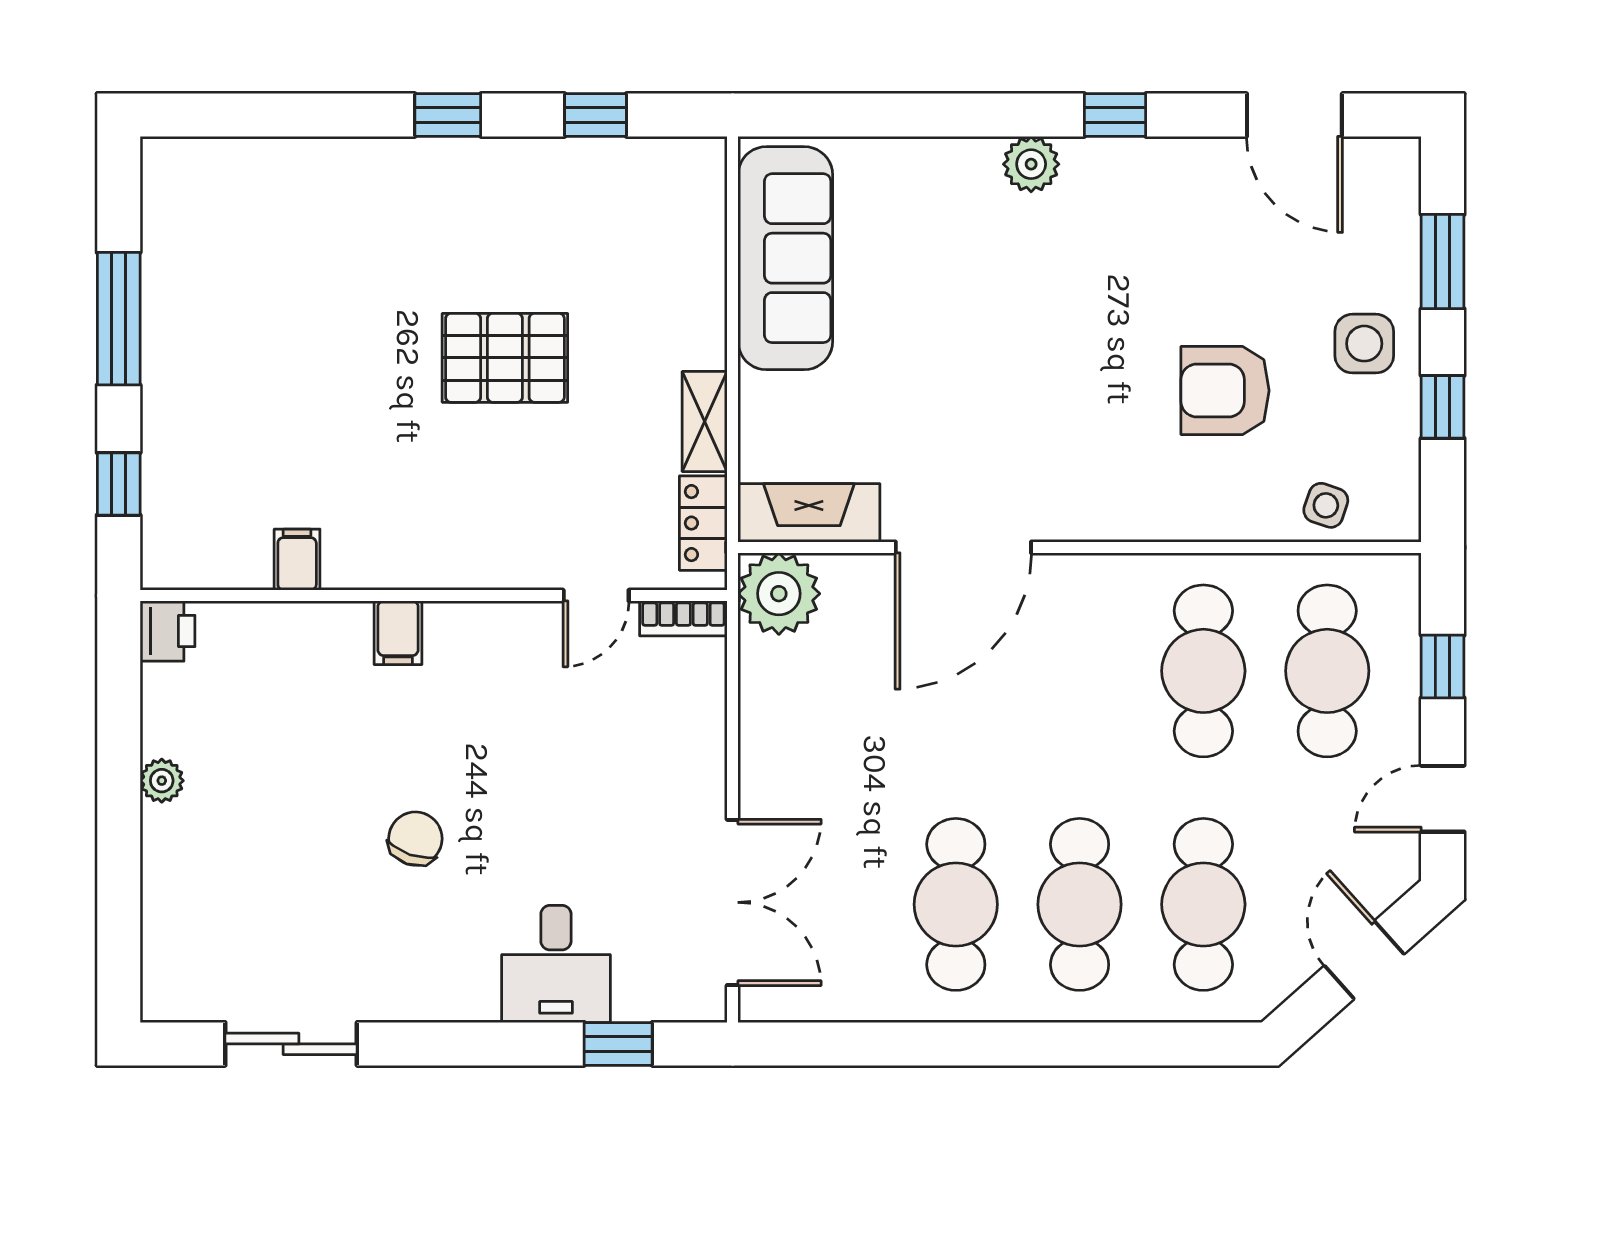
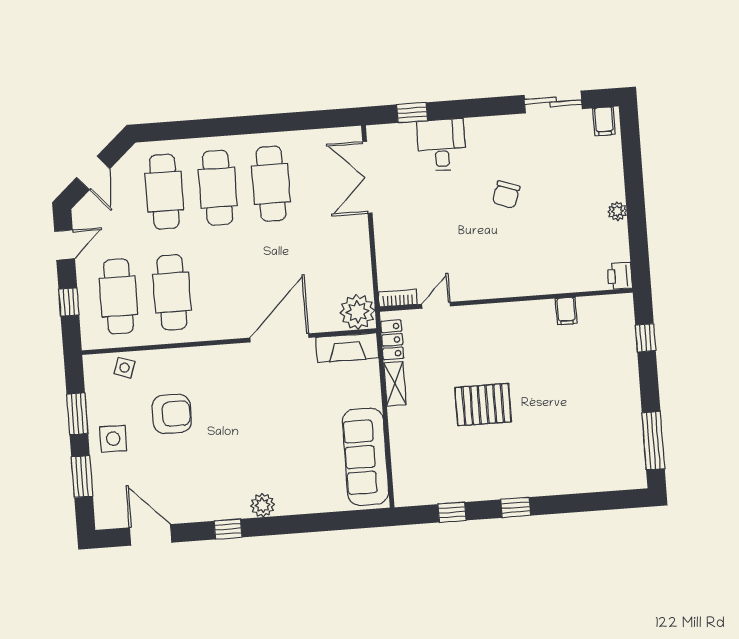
window: (119, 319) -> (653, 441), moved
window: (1443, 407) -> (77, 414), width x1.50
filing cabinet: (398, 633) -> (604, 121), moved, turned 180

